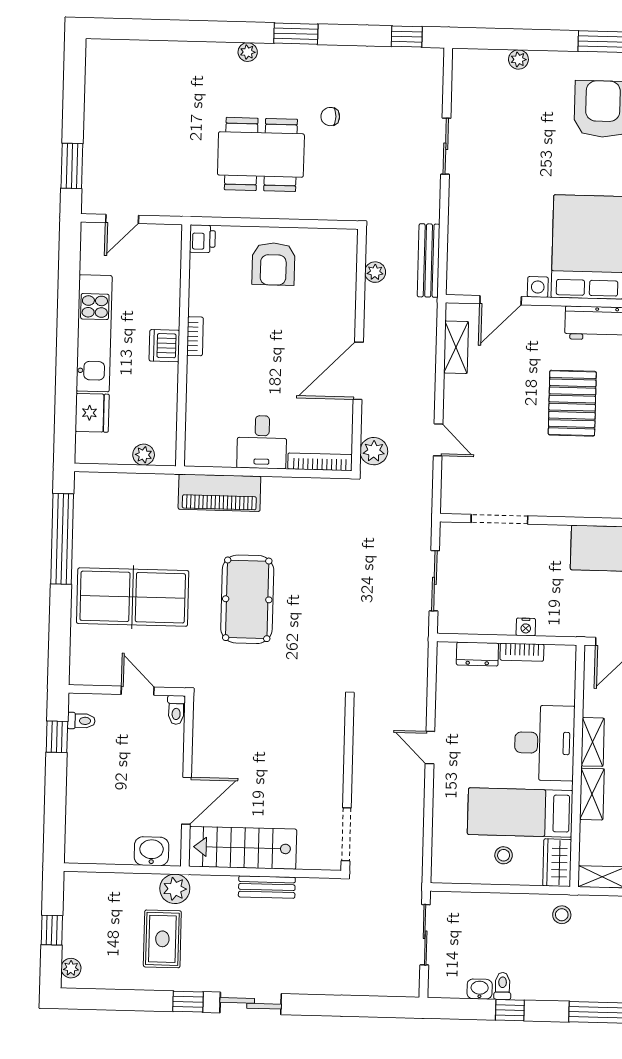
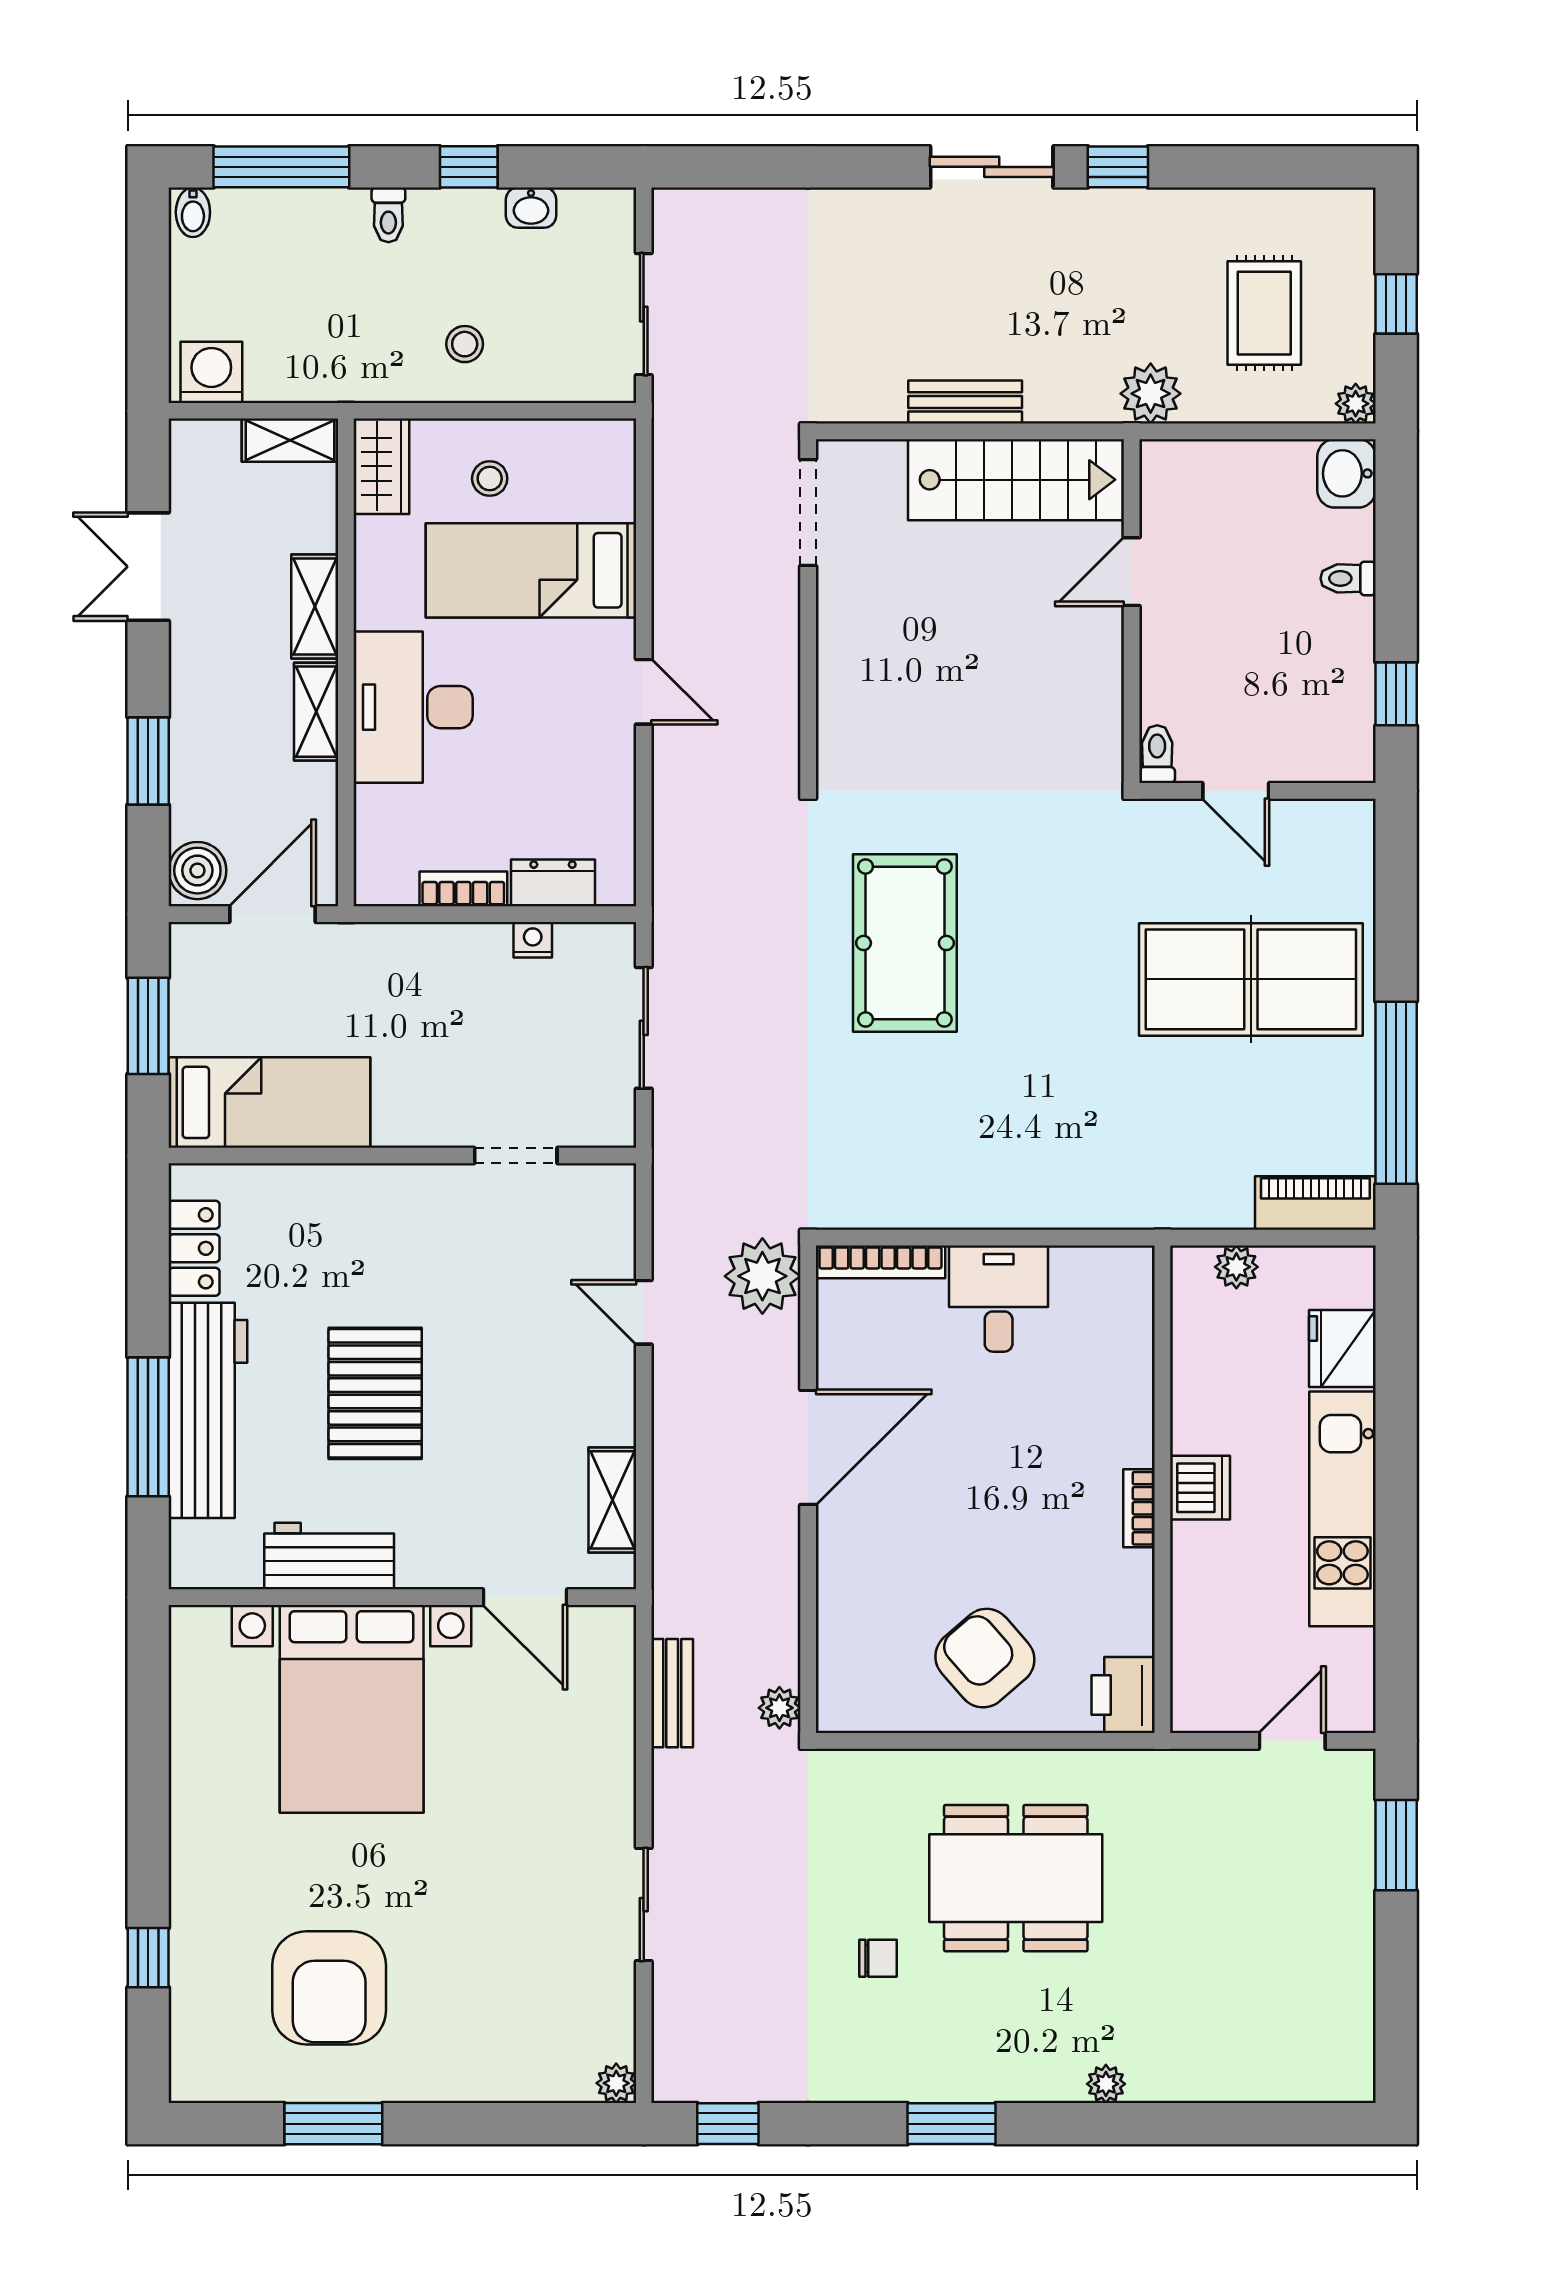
plant: (248, 52) -> (1106, 2084), moved
plant: (518, 59) -> (616, 2083), moved
printer: (202, 239) -> (1123, 1695), width x1.36, depth x1.24
bench: (429, 260) -> (672, 1693), width x0.73
armchair: (273, 264) -> (985, 1658), turned -41
plant: (375, 272) -> (779, 1708), moved
door: (501, 300) -> (525, 1597), swing flipped
plant: (374, 451) -> (762, 1276), width x1.36, depth x1.36
piano: (219, 493) -> (1315, 1203), moved, width x0.73, depth x0.75
doorway: (499, 519) -> (516, 1155), width x0.73
pool table: (247, 599) -> (905, 943), moved
nightstand: (526, 627) -> (533, 940), moved
toilet: (81, 721) -> (1348, 578), moved
door: (186, 801) -> (1132, 572), width x0.73
bed: (520, 812) -> (531, 570), moved, turned 180
washbasin: (151, 851) -> (1346, 473), moved, turned 90
stool: (562, 915) -> (465, 344), moved
rug: (162, 939) -> (1264, 313), moved
plant: (71, 968) -> (1356, 404), moved
toilet: (502, 986) -> (388, 215), moved

